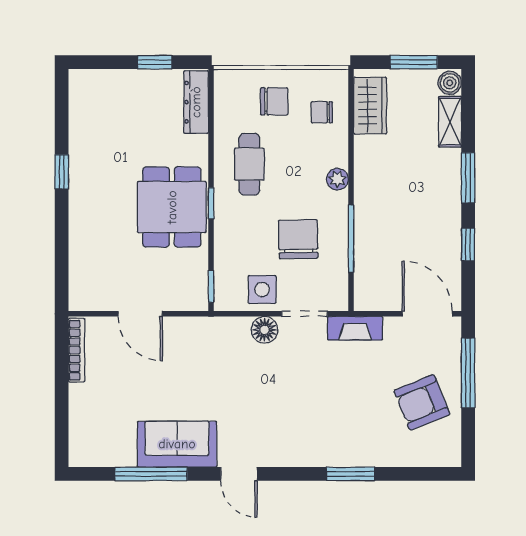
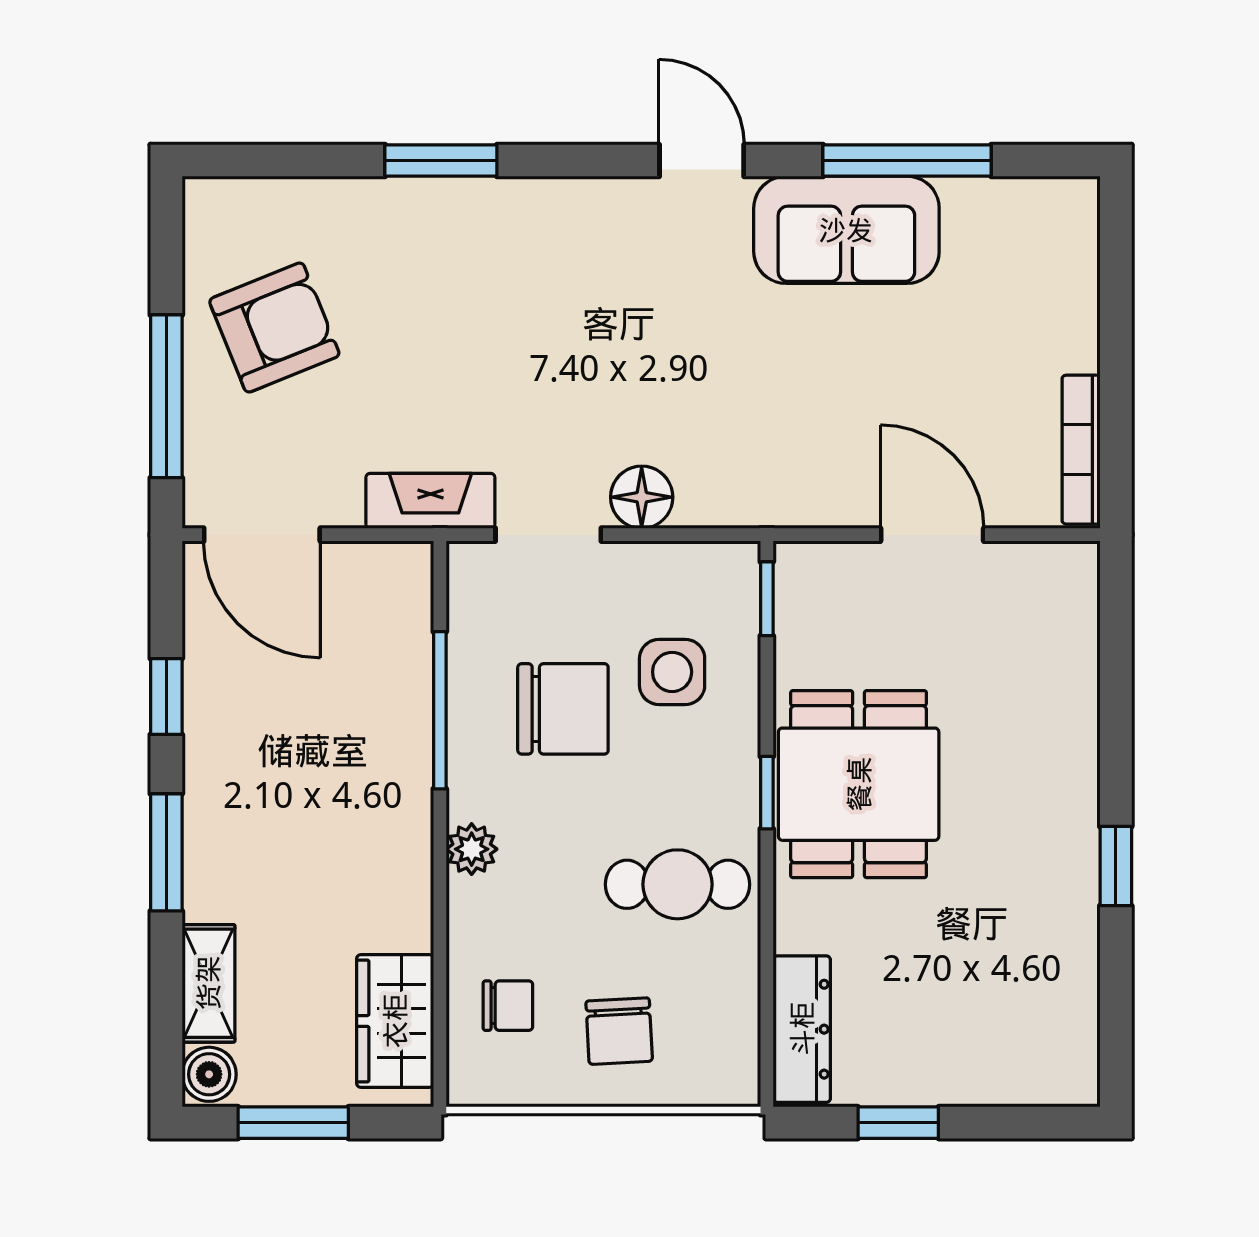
chair: (274, 101) -> (619, 1031), turned -93
cafe table: (249, 164) -> (677, 884), turned 90
chair: (298, 239) -> (563, 709), turned -89
side table: (262, 289) -> (672, 672), moved

